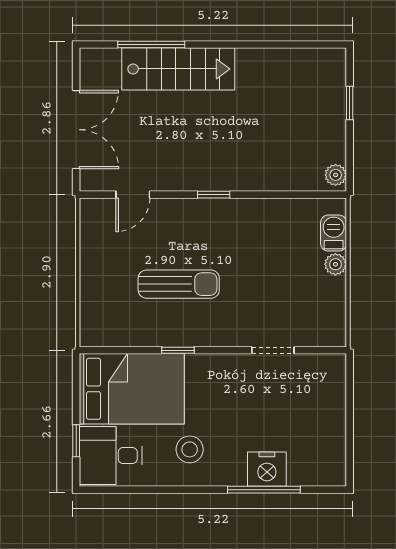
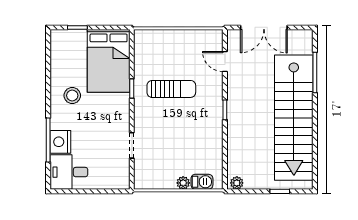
stairs: (178, 69) -> (294, 118), width x1.86, depth x1.51
sun lounger: (179, 284) -> (171, 89), turned -90
desk: (111, 456) -> (69, 172), moved, turned -90

